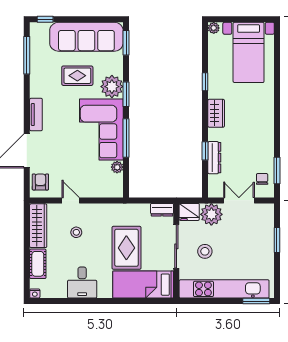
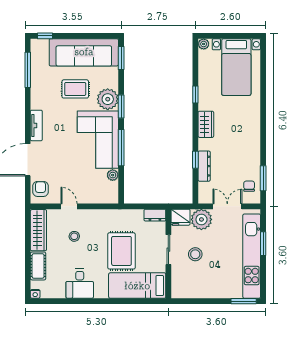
sliding door: (176, 246) -> (168, 250), width x0.73
kitchen unit: (224, 289) -> (252, 256), moved, turned -90

